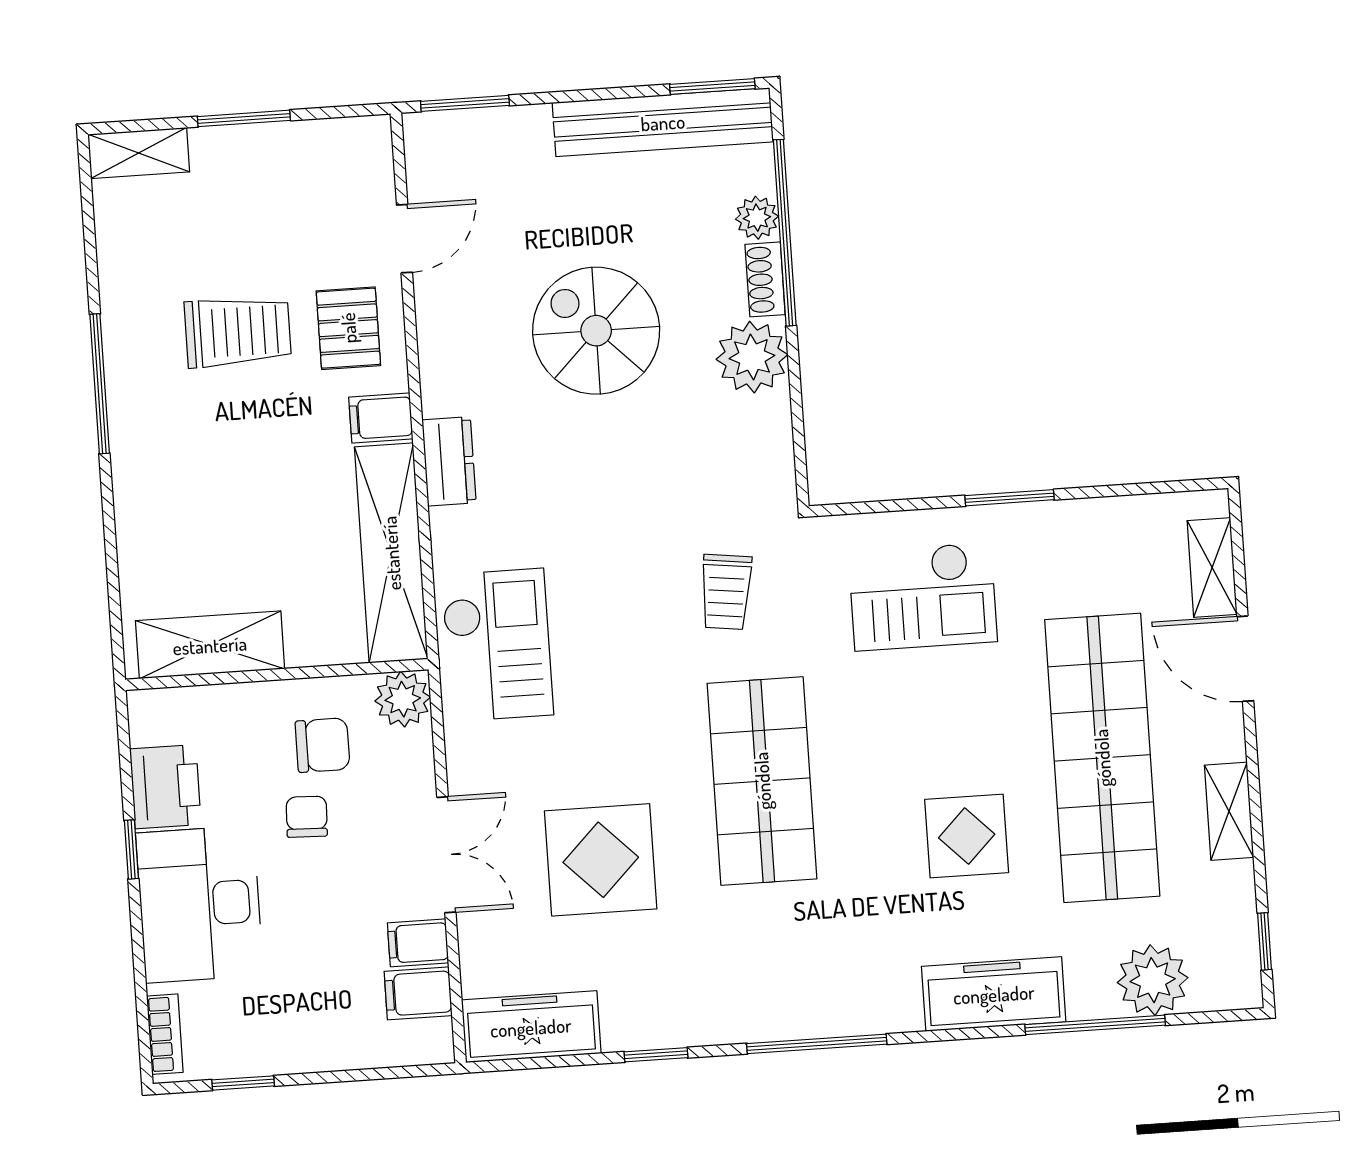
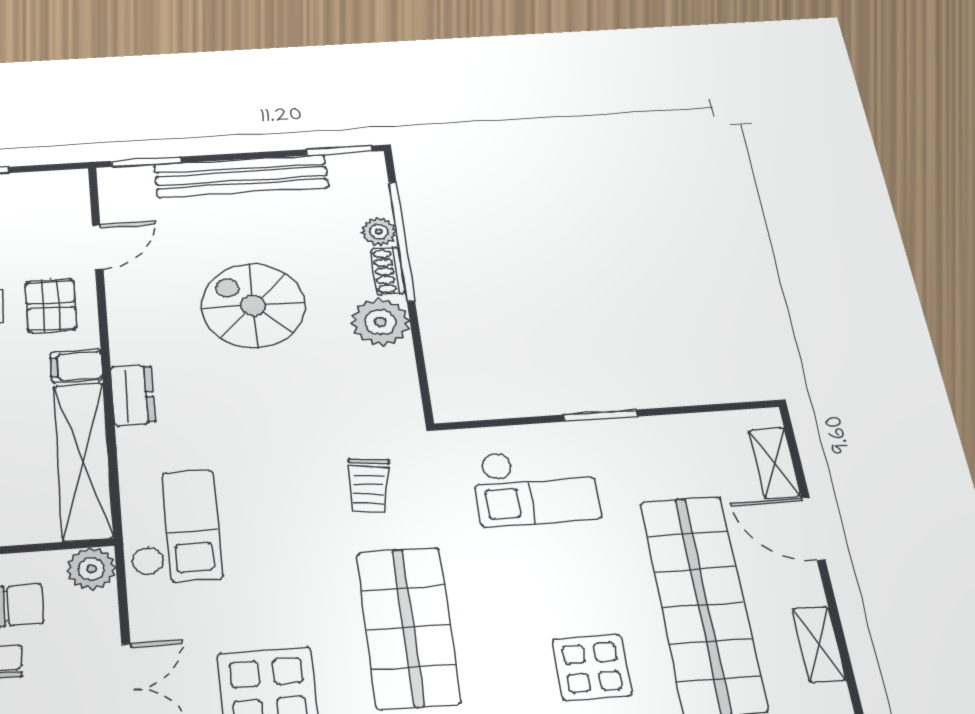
bench: (663, 122) -> (241, 176), moved

